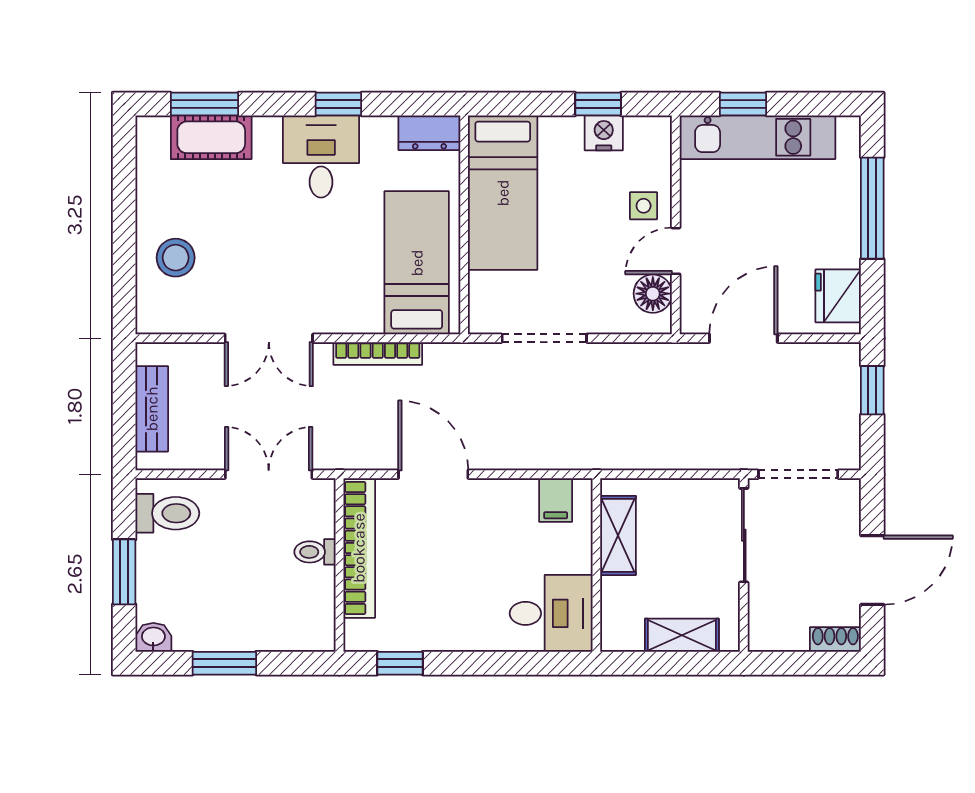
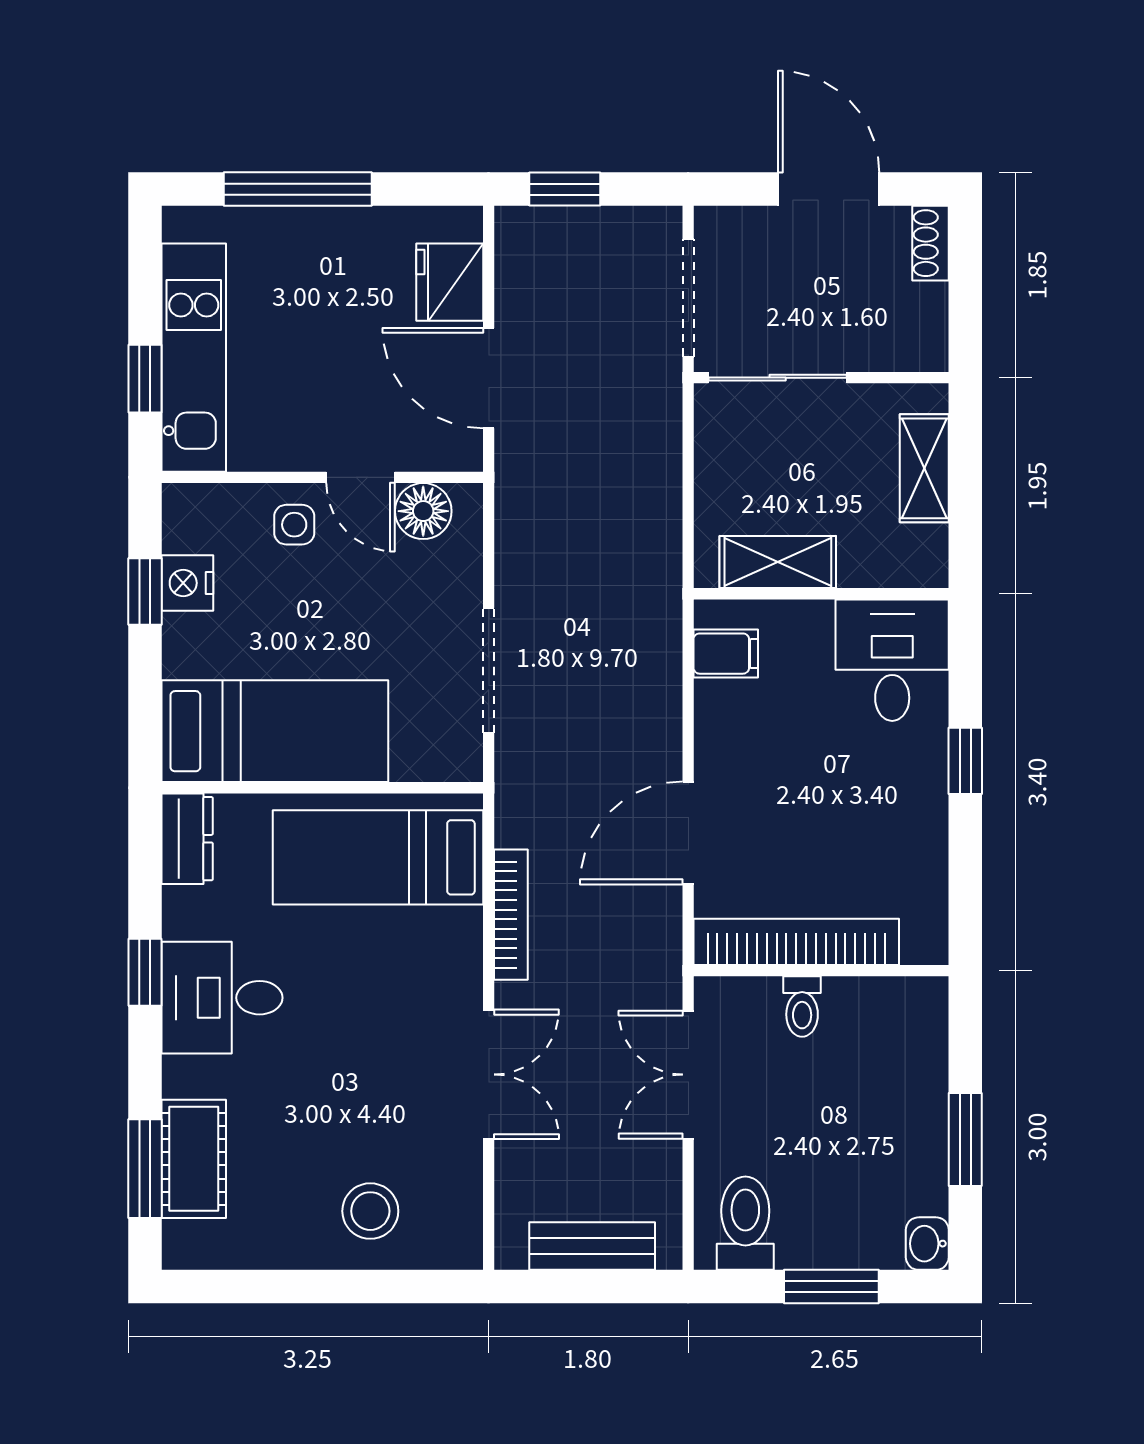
fridge: (838, 296) -> (450, 282), moved, turned 90
window: (400, 663) -> (965, 761), moved

